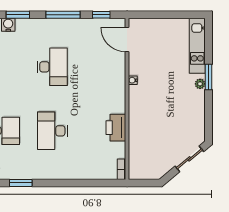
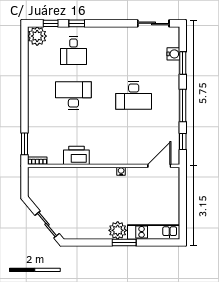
plant: (200, 84) -> (118, 230), width x1.87, depth x1.87
window: (21, 183) -> (24, 144), moved

